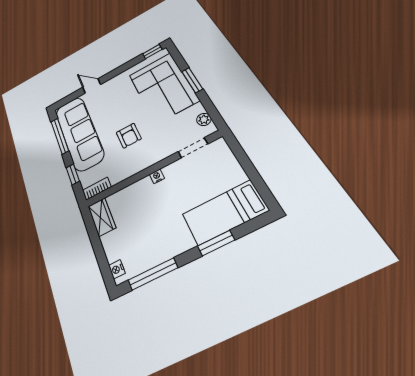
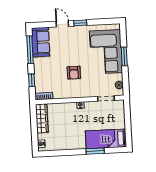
window: (152, 52) -> (80, 23), moved
sofa: (79, 133) -> (41, 42), width x0.54, depth x0.79
wardrobe: (102, 217) -> (42, 118), width x1.50
window: (153, 274) -> (59, 153), removed

